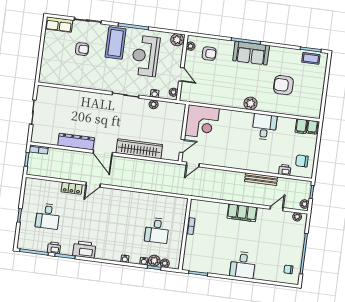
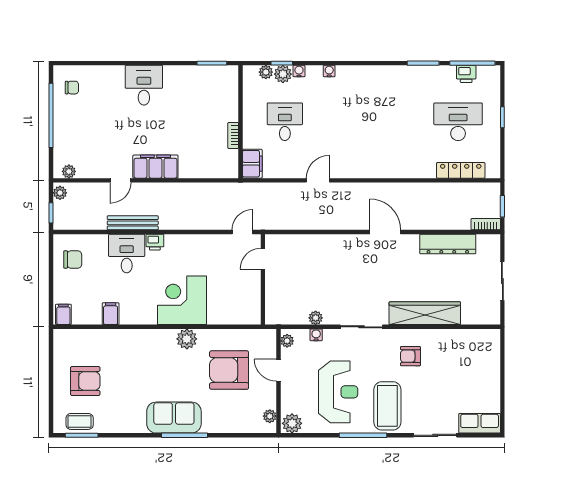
armchair: (82, 49) -> (410, 356), moved
armchair: (209, 54) -> (229, 370), moved, width x1.88, depth x1.88
armchair: (283, 85) -> (85, 381), moved
plant: (251, 103) -> (187, 339), moved
corner desk: (202, 122) -> (182, 300), moved
filing cabinet: (301, 126) -> (111, 314), moved
desk: (264, 127) -> (127, 253), moved, turned 180
dresser: (76, 142) -> (448, 244), moved
wardrobe: (139, 149) -> (425, 313), moved, turned 180
printer: (285, 170) -> (155, 242), moved
door: (93, 185) -> (318, 180), moved
locker: (72, 188) -> (461, 170), moved, width x1.53
filing cabinet: (181, 207) -> (252, 164), added
door: (277, 208) -> (120, 180), moved
desk: (48, 216) -> (458, 122), width x1.37
printer: (54, 248) -> (466, 74), moved
printer: (84, 249) -> (394, 77), removed

